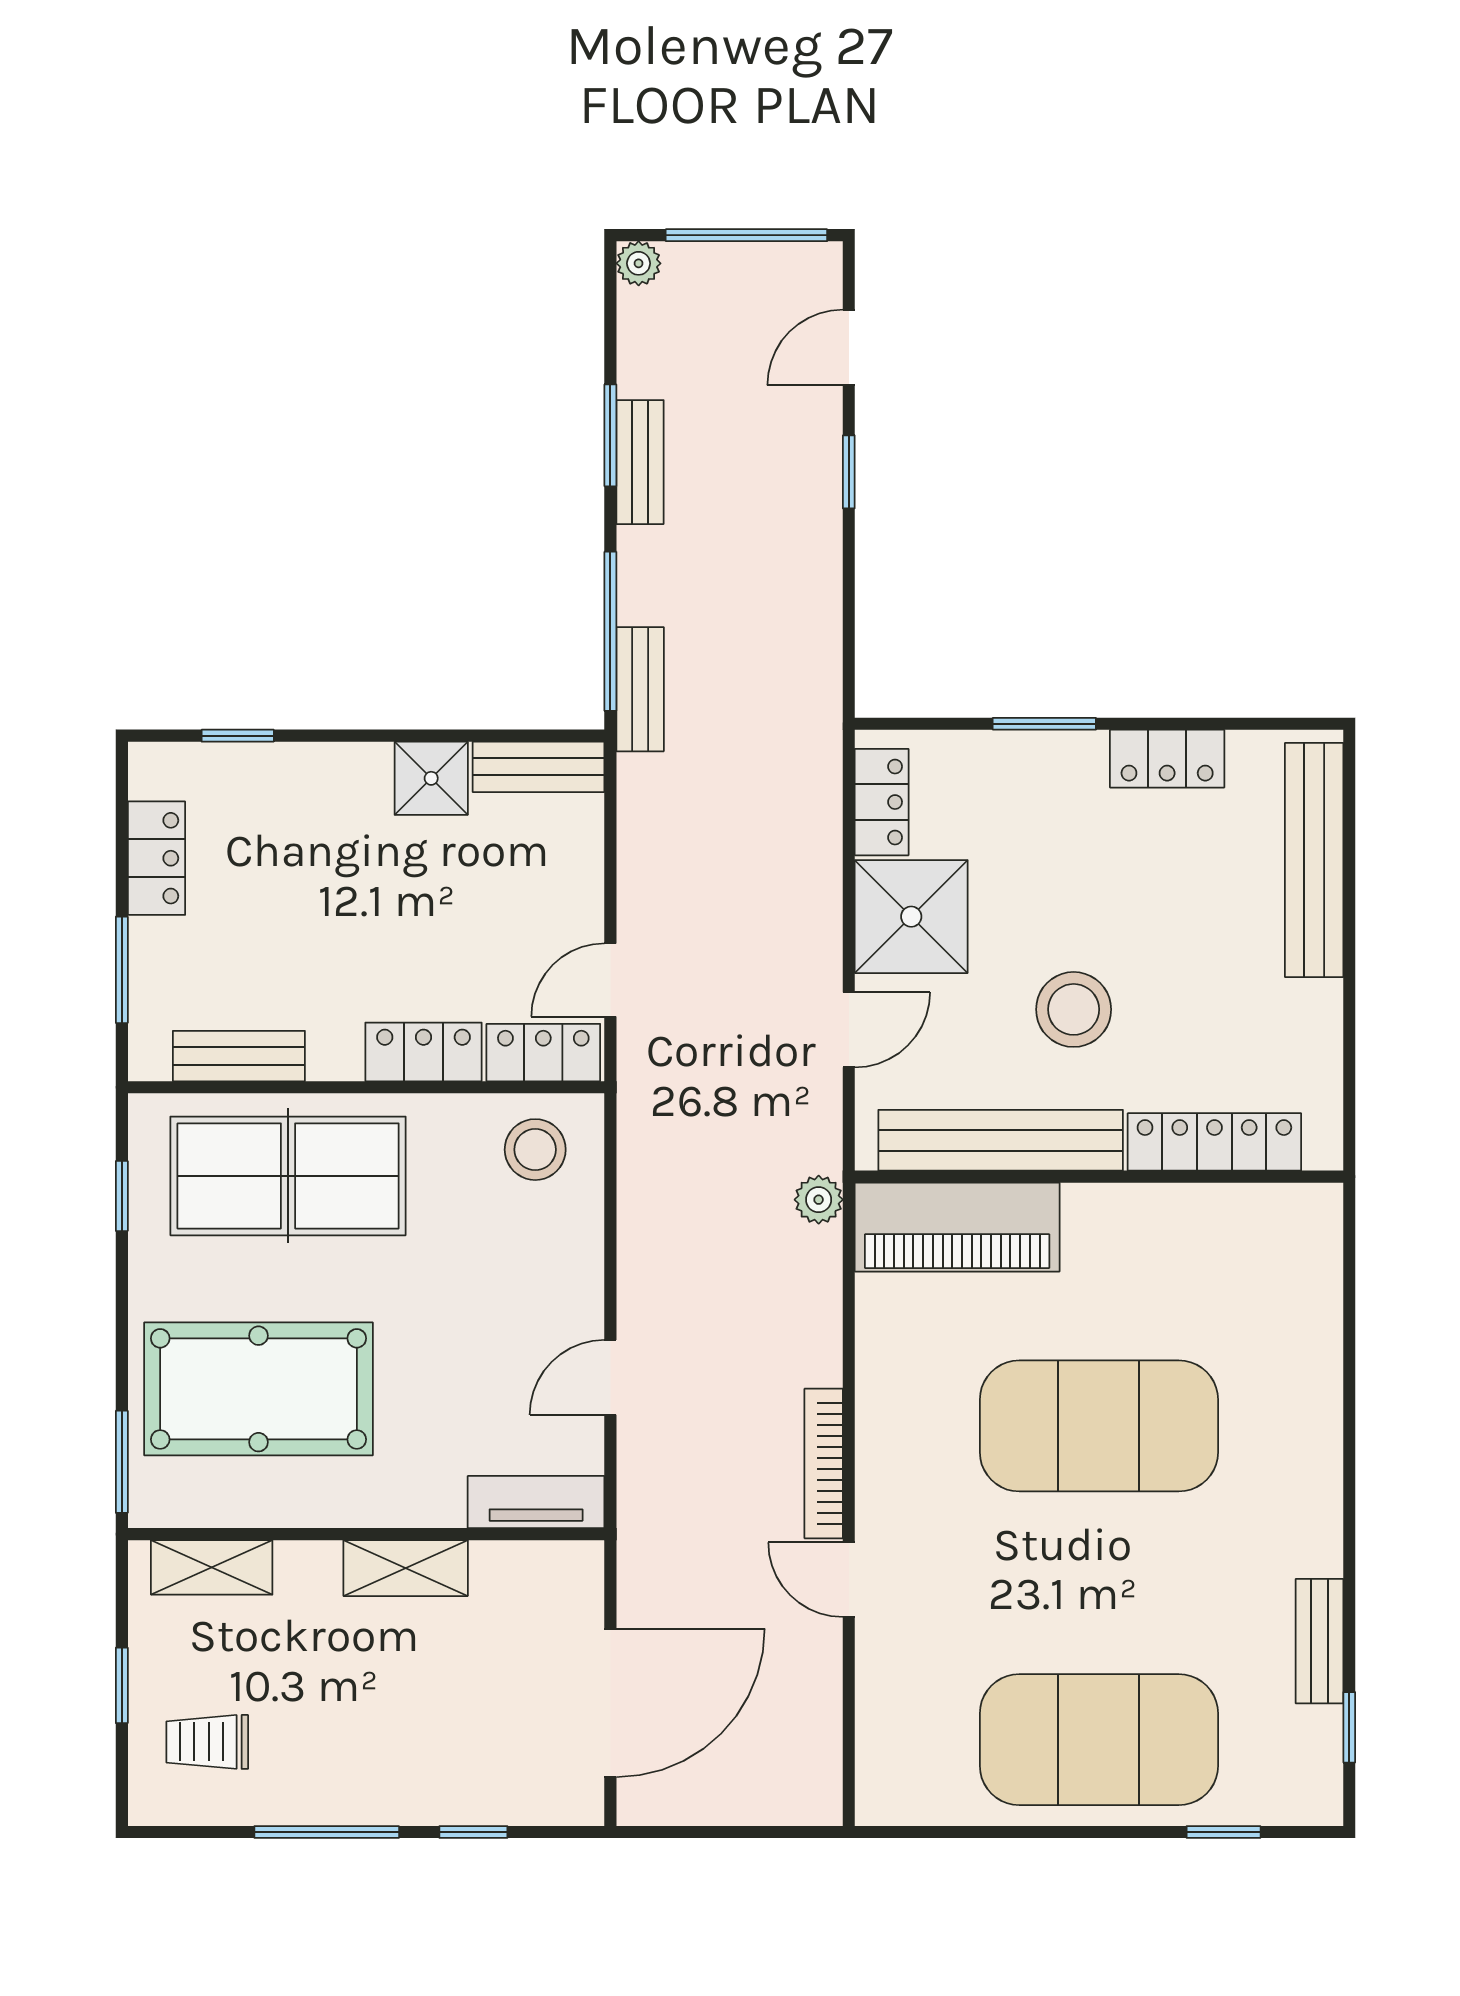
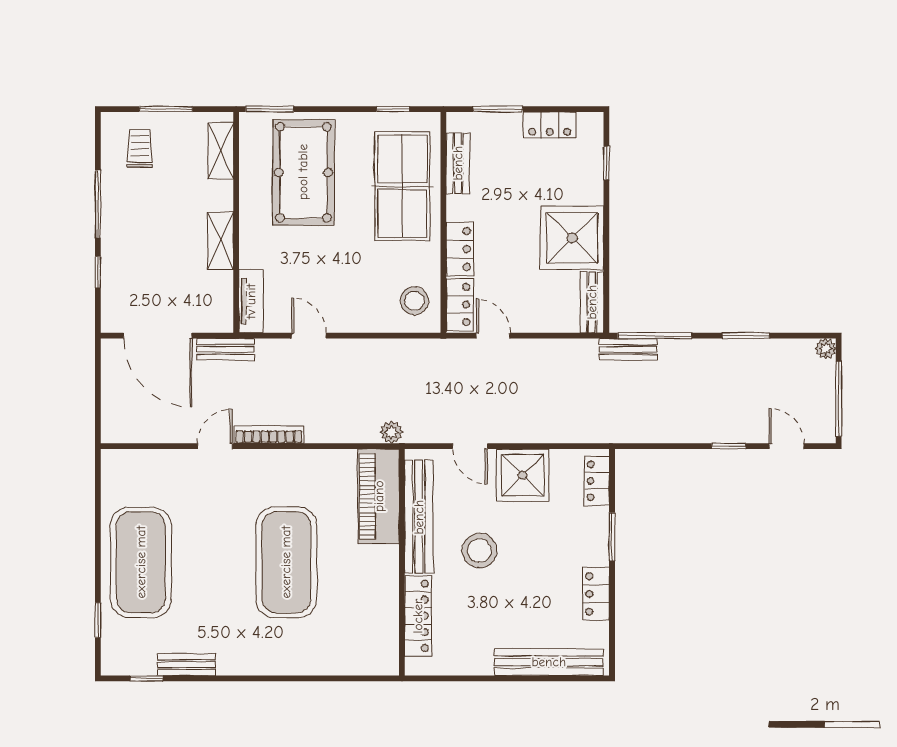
bench: (640, 462) -> (226, 349), moved
shower: (431, 778) -> (572, 238), width x1.86, depth x1.86
locker: (882, 802) -> (597, 481), moved, turned 90
window: (122, 1685) -> (166, 109), width x1.50

